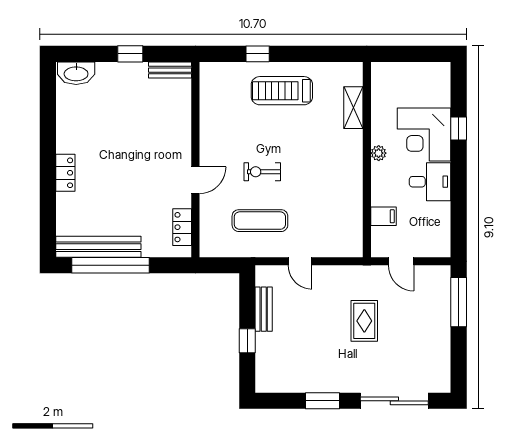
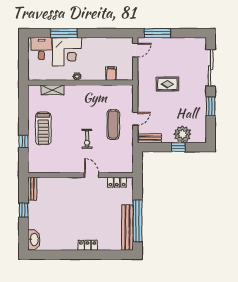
window: (459, 129) -> (64, 33), width x2.17
desk: (430, 182) -> (41, 49), moved
exercise mat: (260, 221) -> (113, 124), moved
door: (401, 261) -> (135, 50), moved
bench: (264, 309) -> (149, 138), moved
plant: (271, 349) -> (183, 134), added

